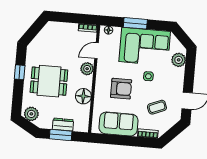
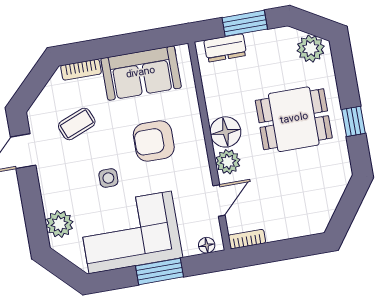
floor lamp: (83, 96) -> (225, 132), moved
dresser: (63, 124) -> (225, 48), moved

